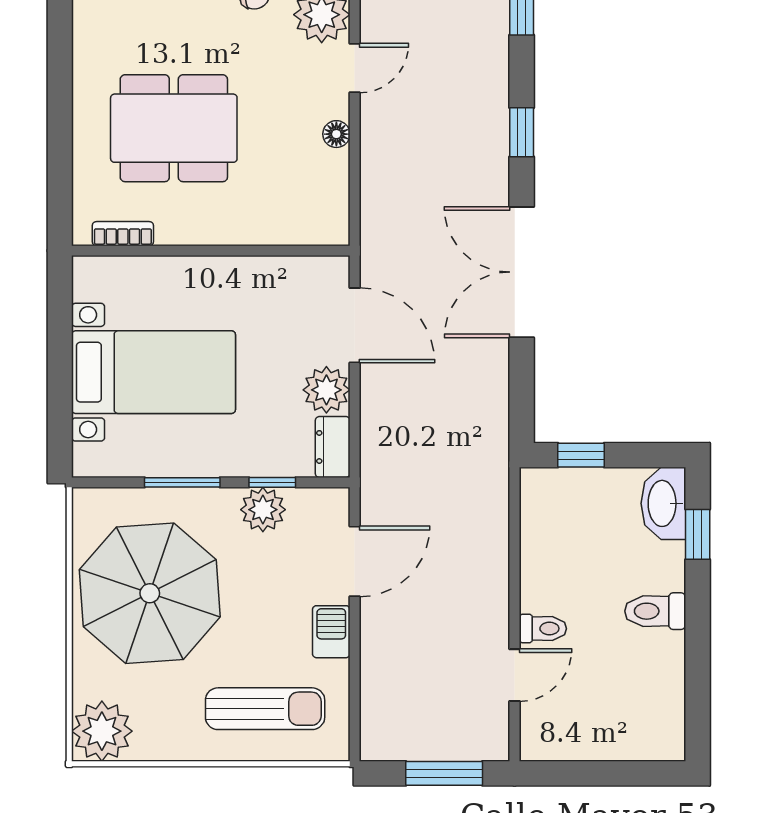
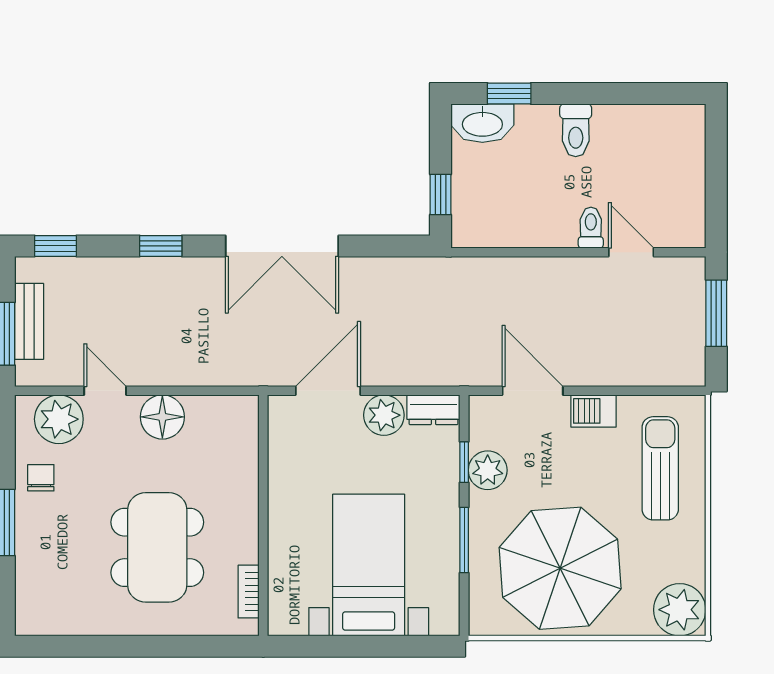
floor lamp: (336, 134) -> (162, 417), width x1.89, depth x1.89

